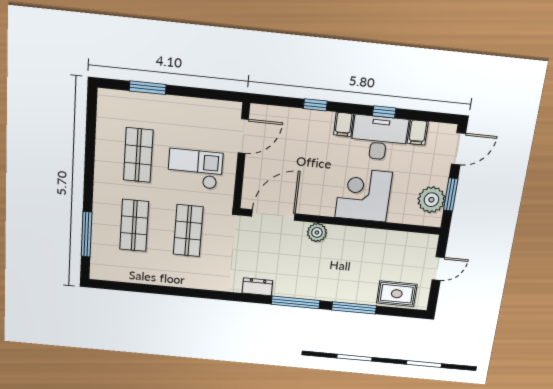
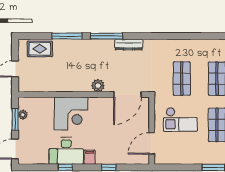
filing cabinet: (418, 132) -> (42, 157), removed
plant: (431, 200) -> (23, 115), width x0.53, depth x0.53
dresser: (257, 287) -> (129, 45), width x1.44

